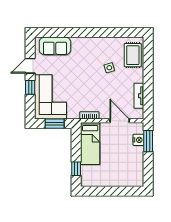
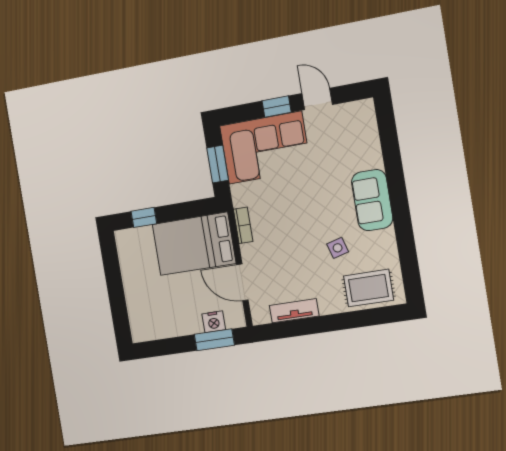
sofa: (55, 46) -> (372, 200), moved
door: (120, 121) -> (242, 282), swing flipped
bed: (90, 144) -> (194, 244), width x1.50

